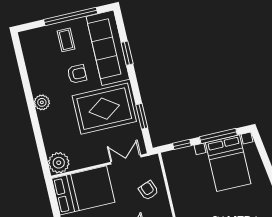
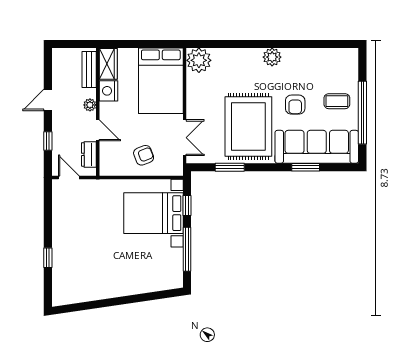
bed with nightstands: (228, 163) -> (153, 213), moved

